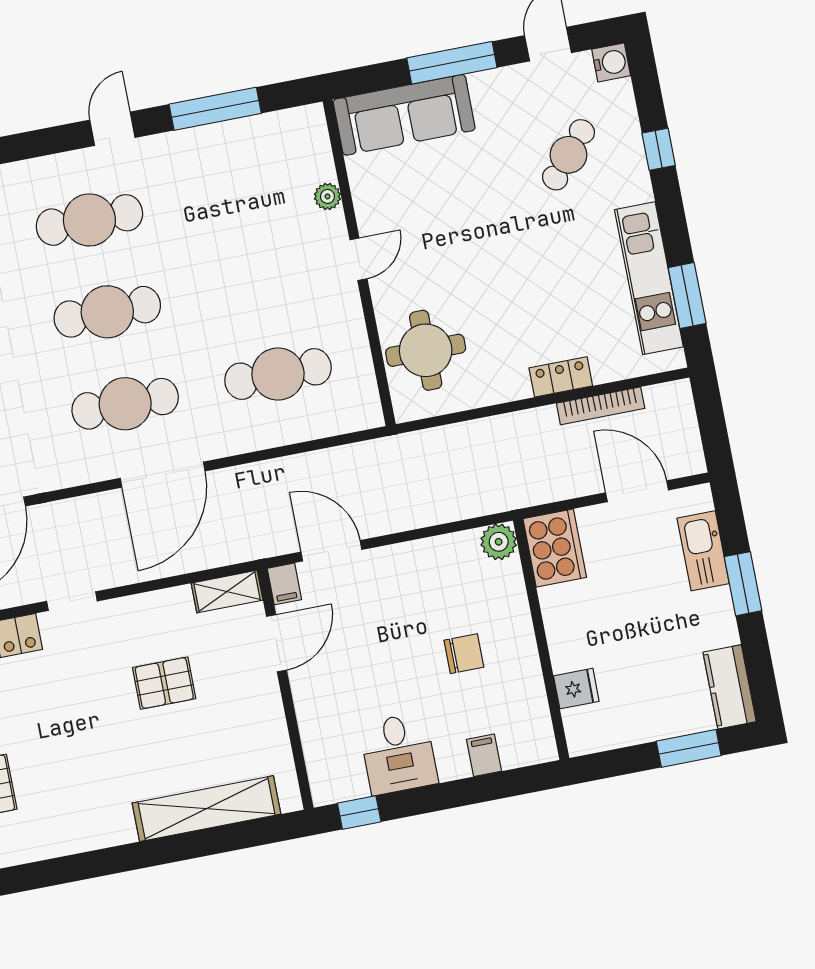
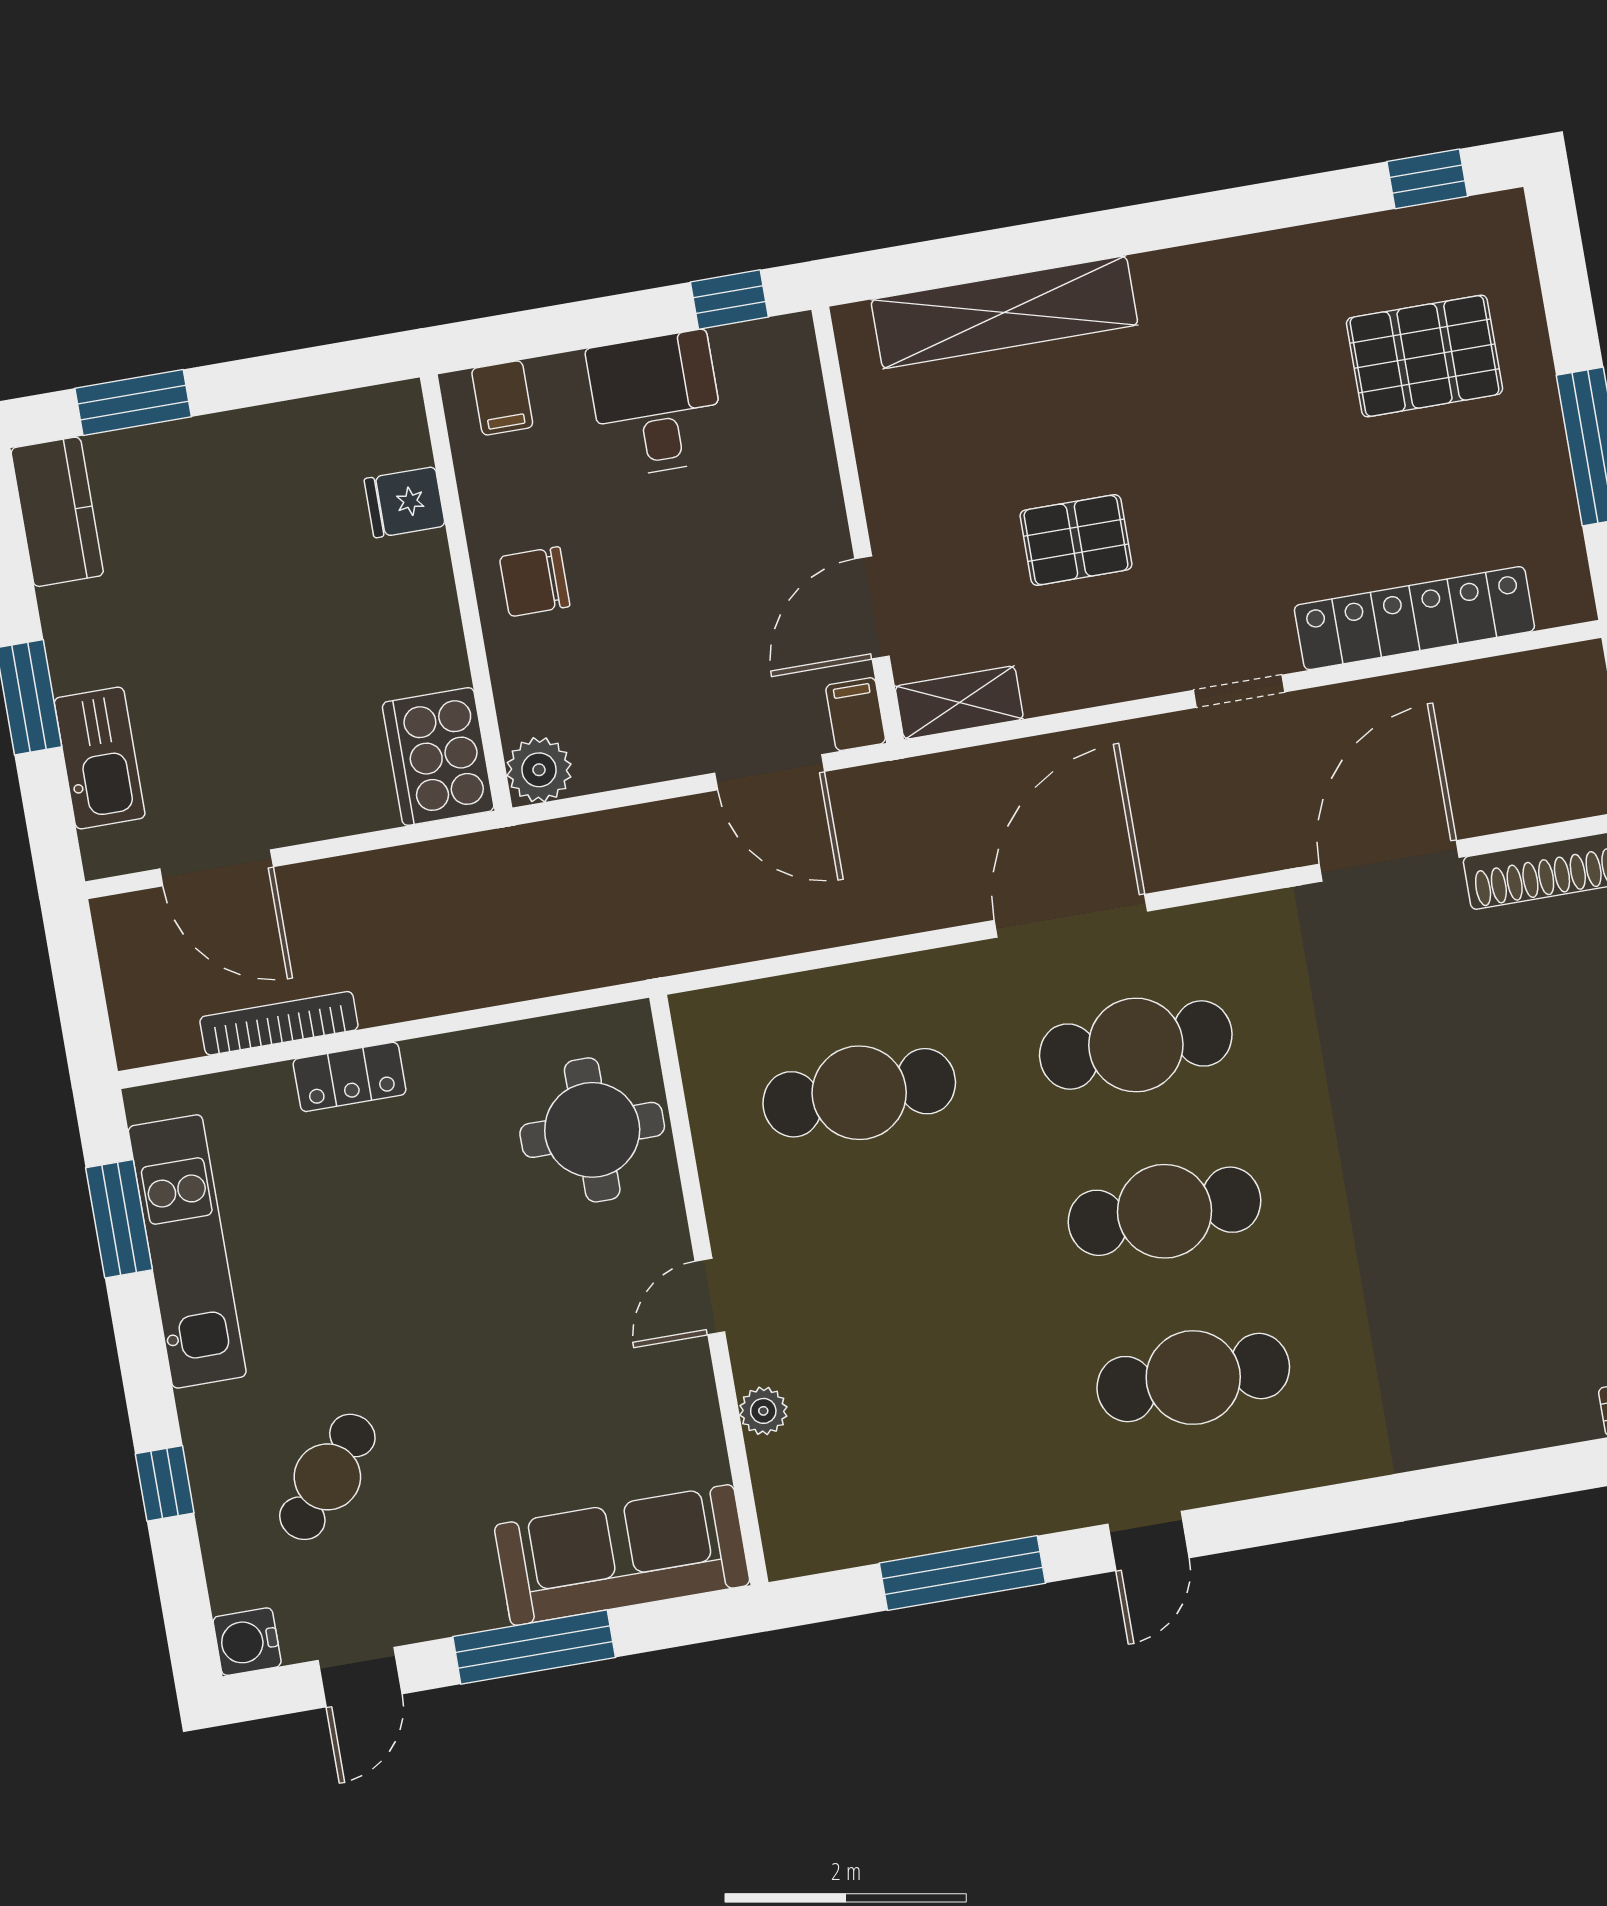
plant: (499, 542) -> (539, 770), moved
cooker: (555, 548) -> (438, 757), moved
wall: (541, 639) -> (466, 592), moved
fridge: (576, 689) -> (405, 502), moved

